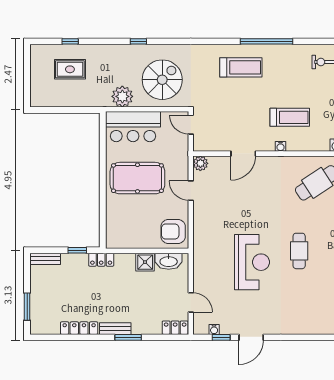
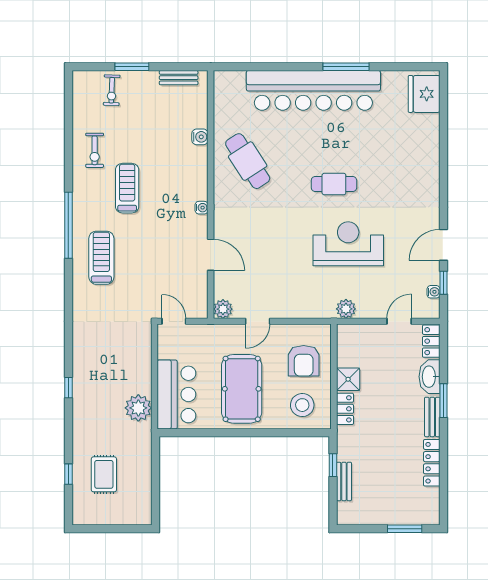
spiral stairs: (162, 80) -> (117, 357), removed
treadmill: (290, 117) -> (127, 188), moved
door: (191, 125) -> (174, 321), swing flipped
stool: (125, 226) -> (302, 405), added
armchair: (173, 232) -> (304, 361), moved
bench: (45, 259) -> (344, 481), moved
locker: (101, 260) -> (345, 409), moved
plant: (201, 260) -> (346, 309), added
washbasin: (169, 261) -> (430, 377), moved, turned 180
door: (251, 337) -> (443, 245), swing flipped

